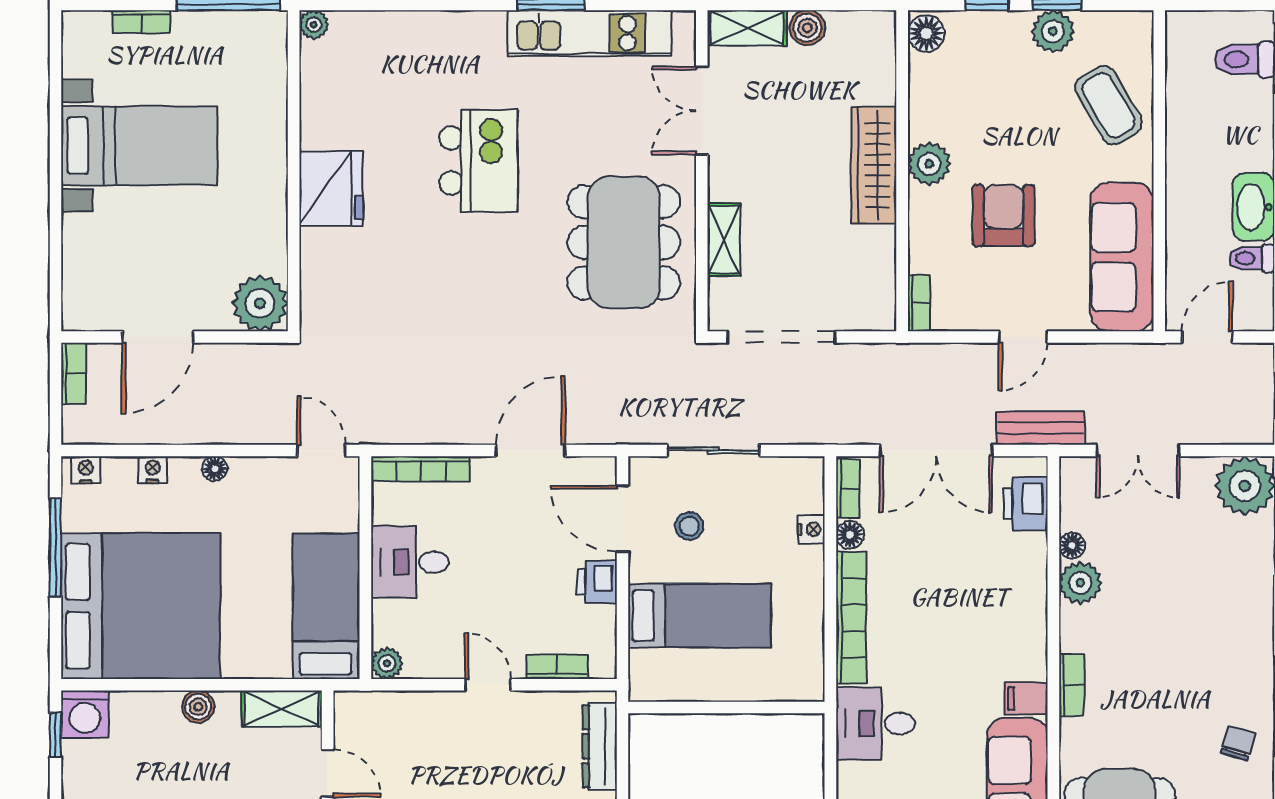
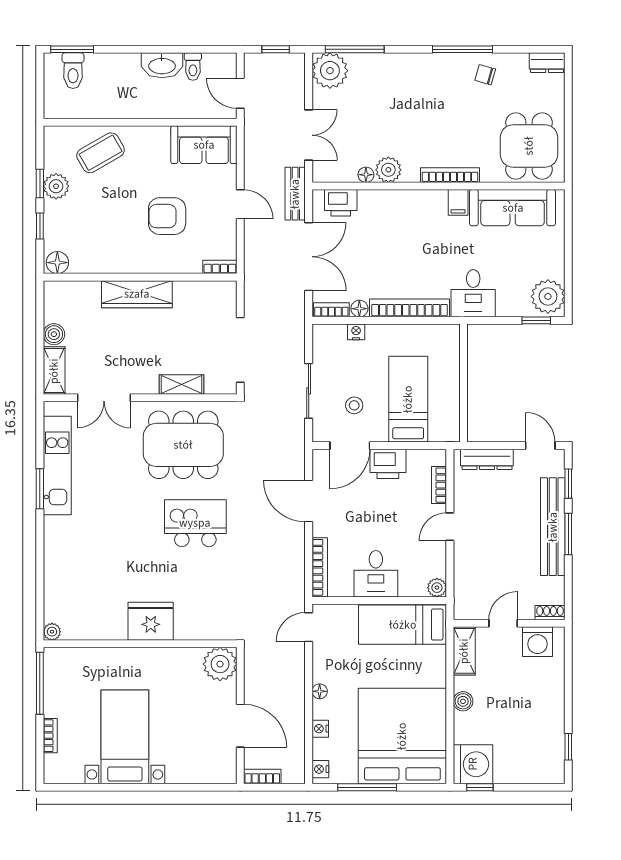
kitchen island: (478, 161) -> (195, 523), moved
plant: (929, 164) -> (136, 261), removed
sofa: (1122, 257) -> (204, 145), width x0.73
printer: (597, 582) -> (388, 464), width x1.36, depth x1.24
bookcase: (1071, 685) -> (450, 175), width x1.56
washing machine: (85, 714) -> (473, 764), width x1.37, depth x1.37

